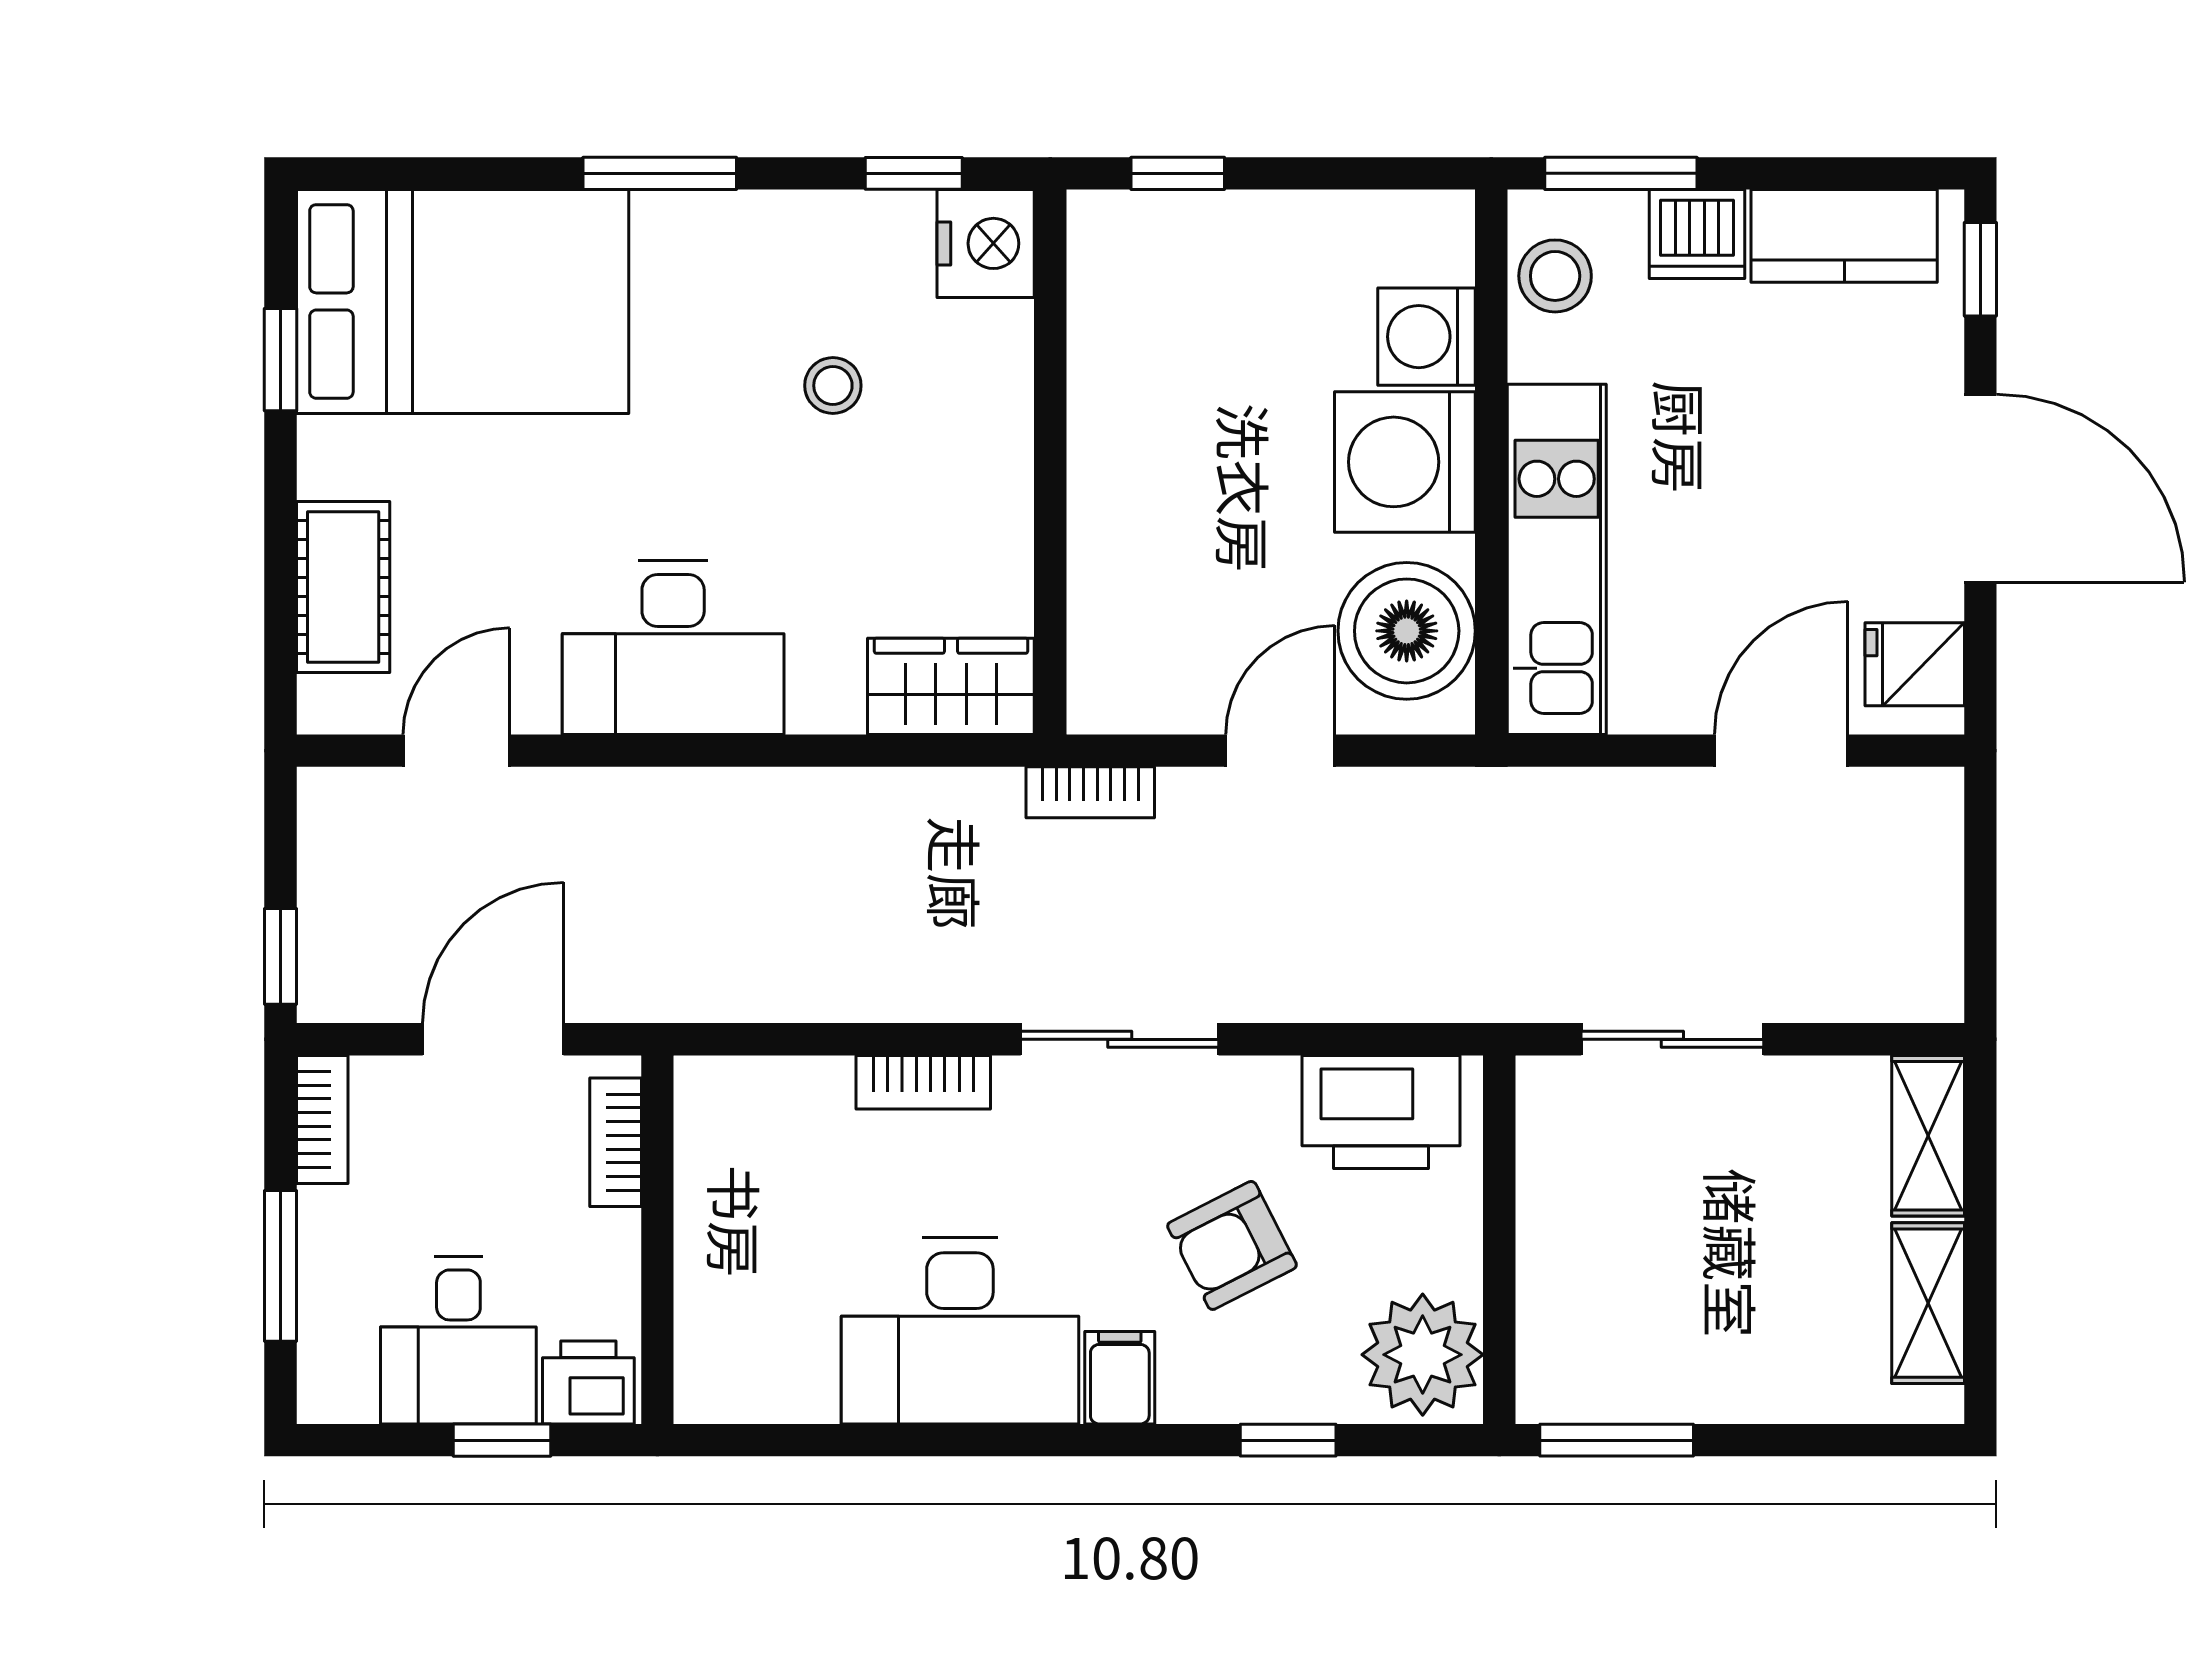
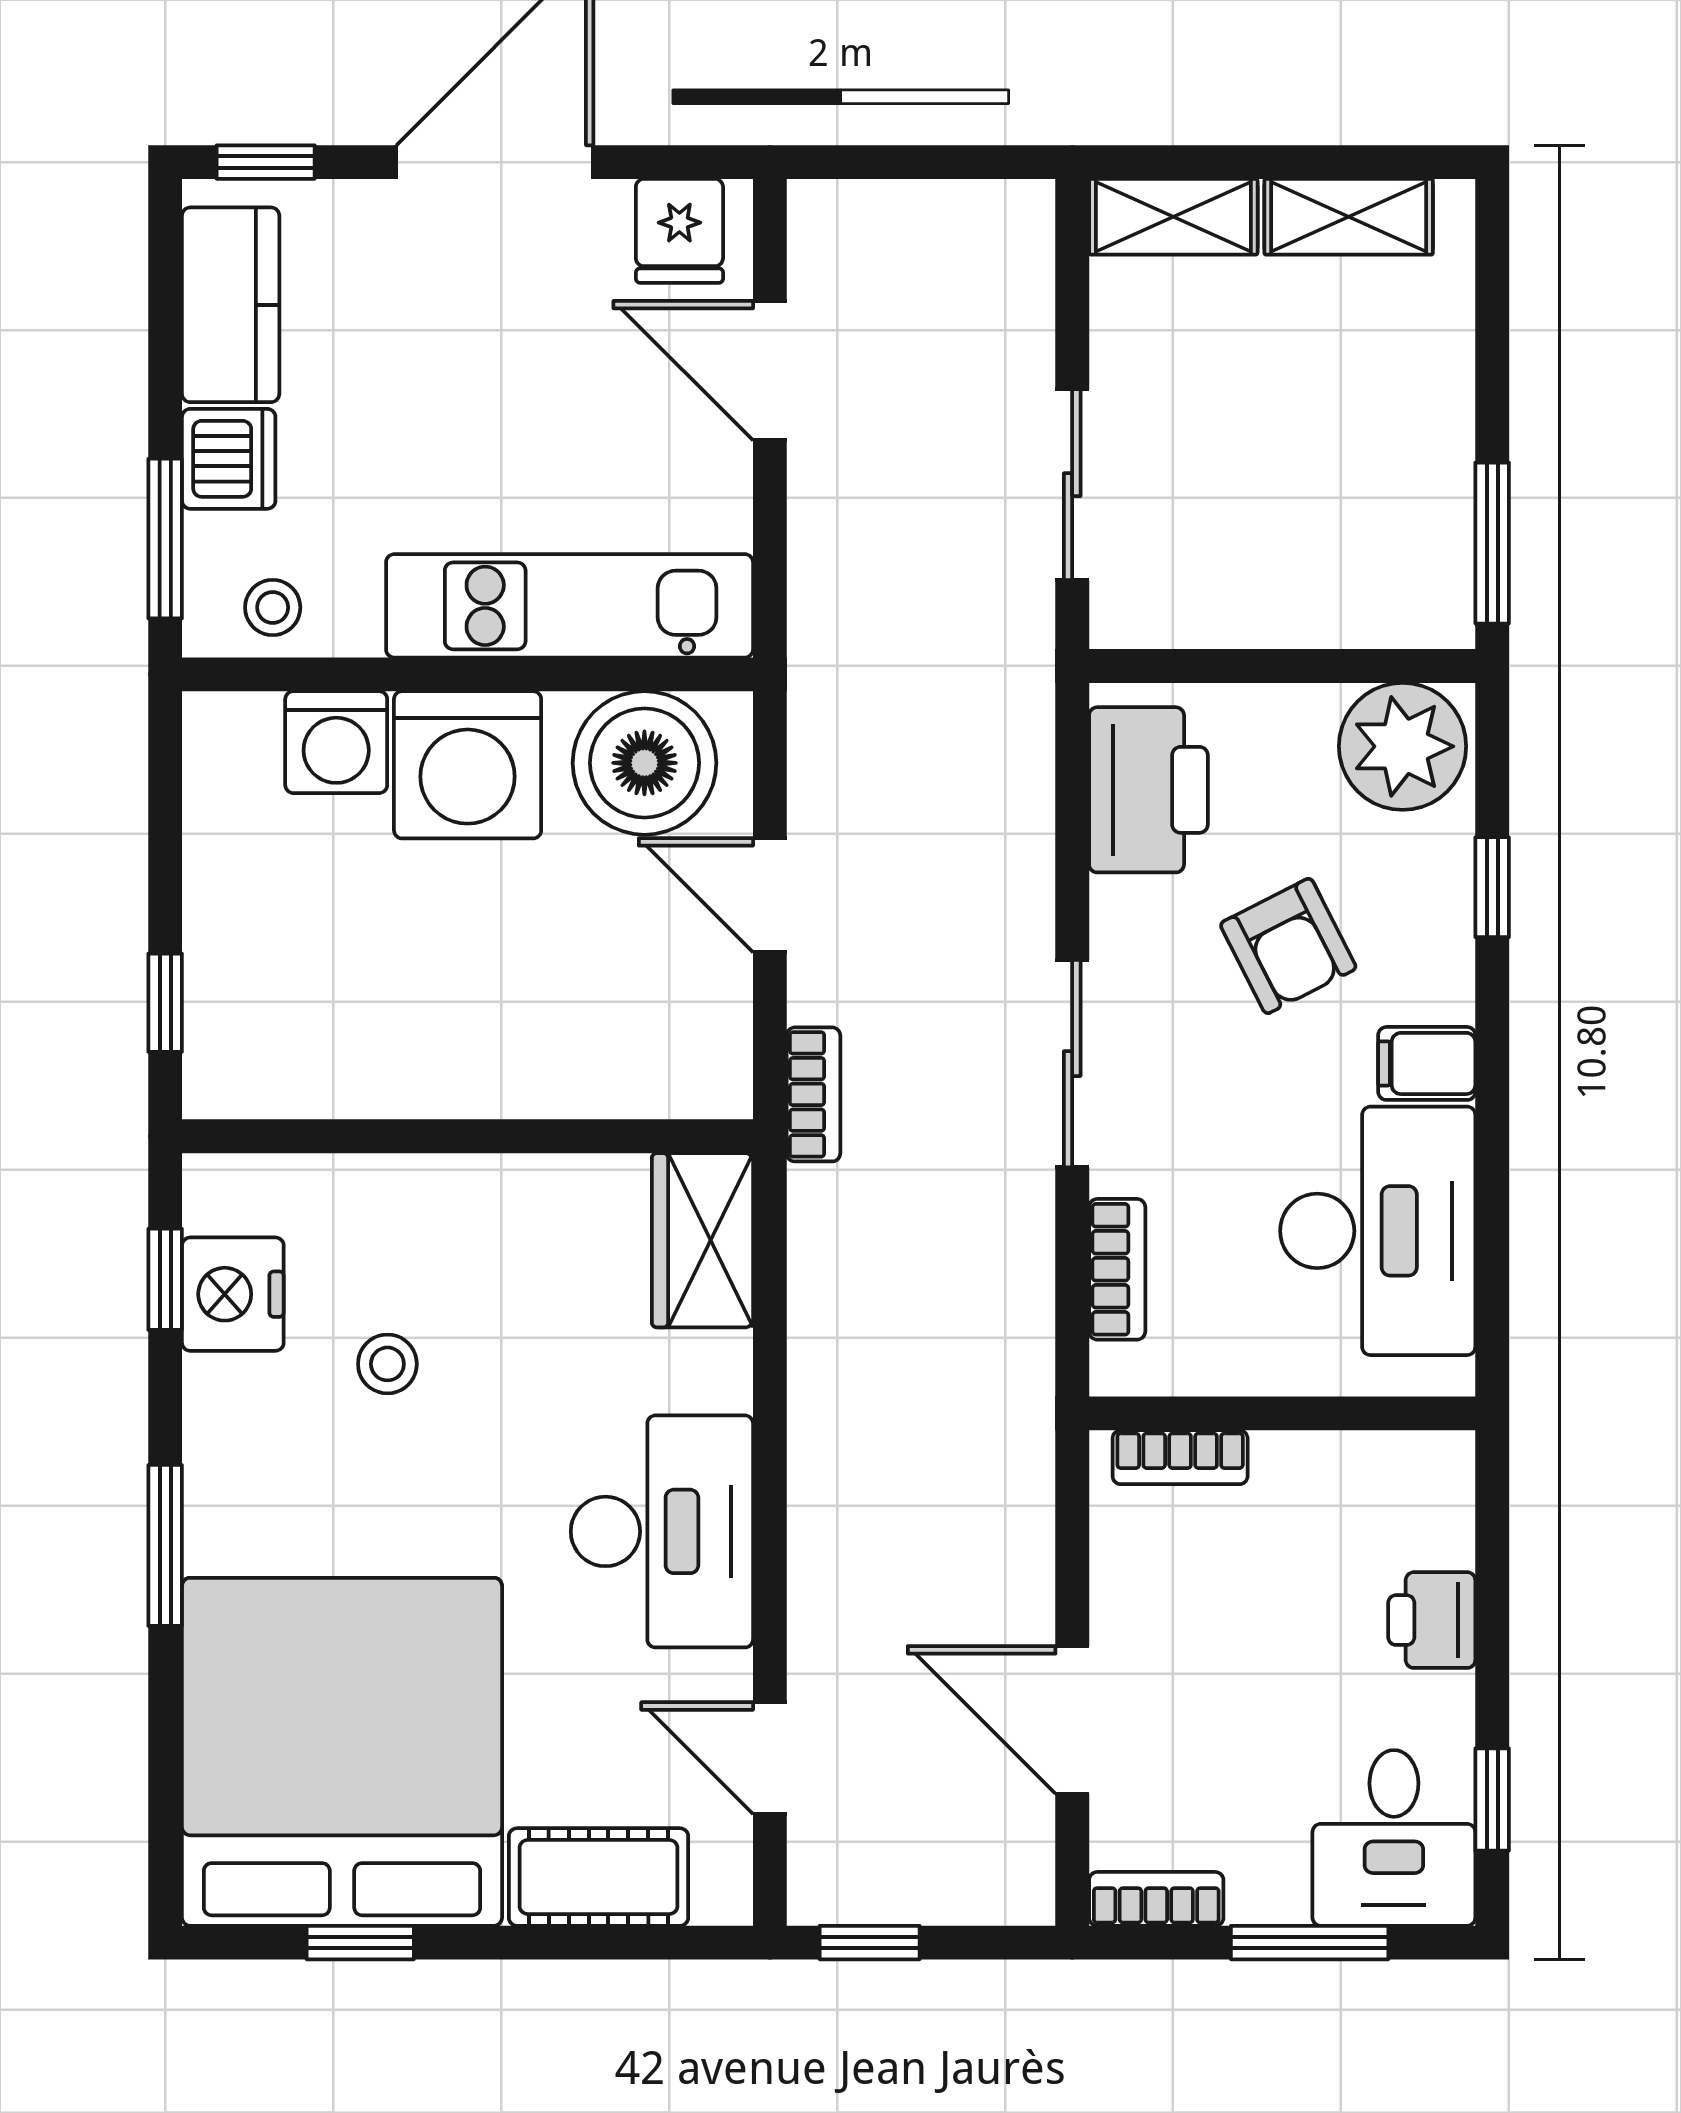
nightstand: (986, 243) -> (233, 1294), moved, turned -90
stool: (1555, 276) -> (273, 607), width x0.73, depth x0.73
bed: (463, 301) -> (342, 1752), width x1.36
window: (281, 956) -> (870, 1943), moved
bookcase: (616, 1142) -> (1180, 1457), moved
wall: (657, 1240) -> (1282, 1413), moved
desk: (458, 1340) -> (1394, 1838), moved, turned 90
window: (502, 1440) -> (1492, 1799), moved

